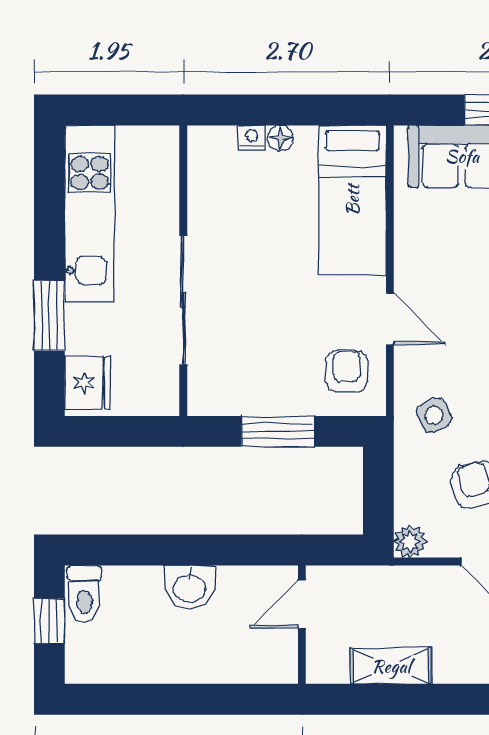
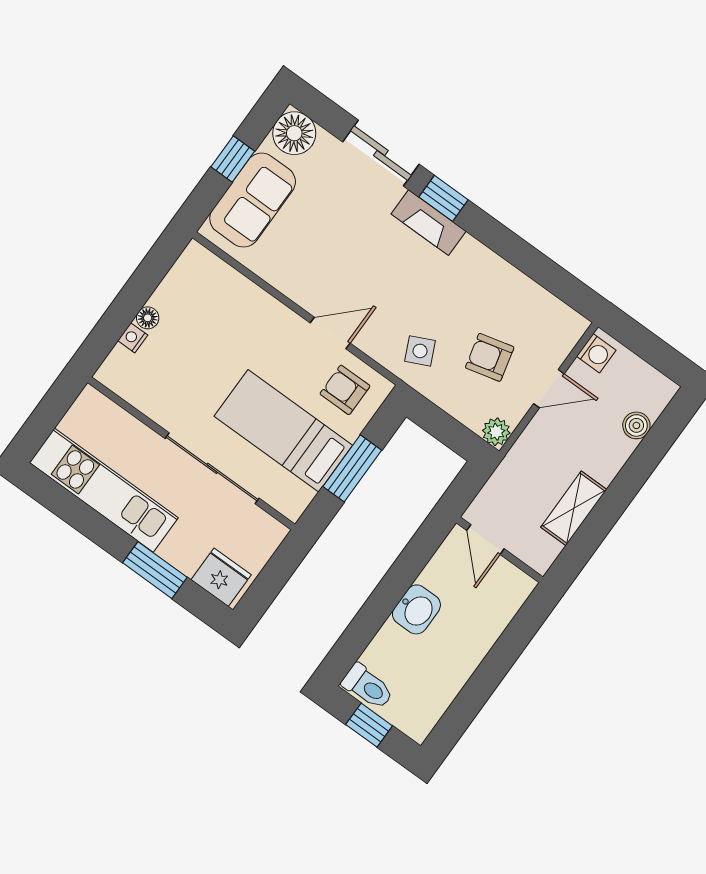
bed: (352, 200) -> (283, 431), moved, turned 180

